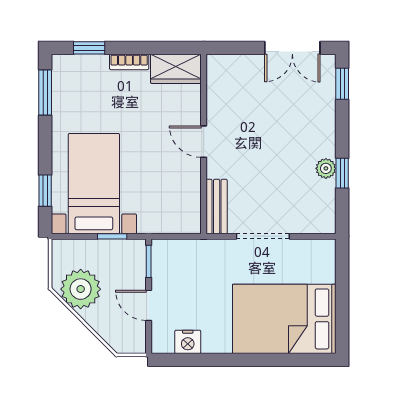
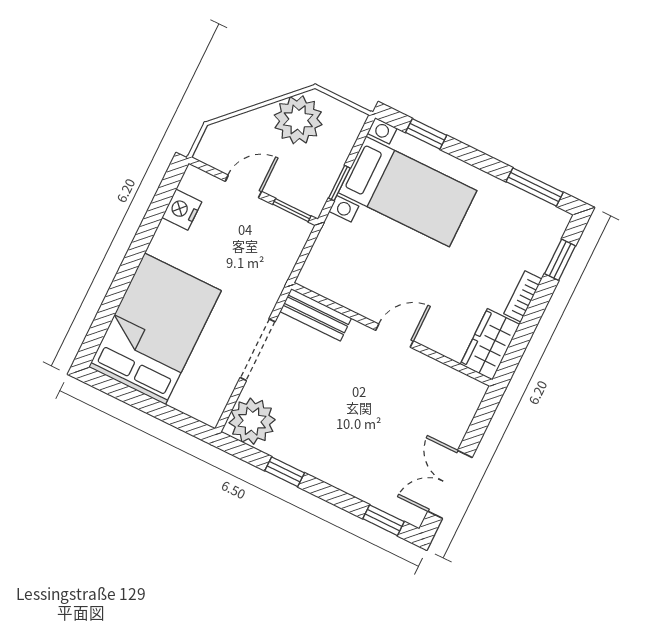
plant: (326, 168) -> (252, 421), moved, width x1.87, depth x1.87

